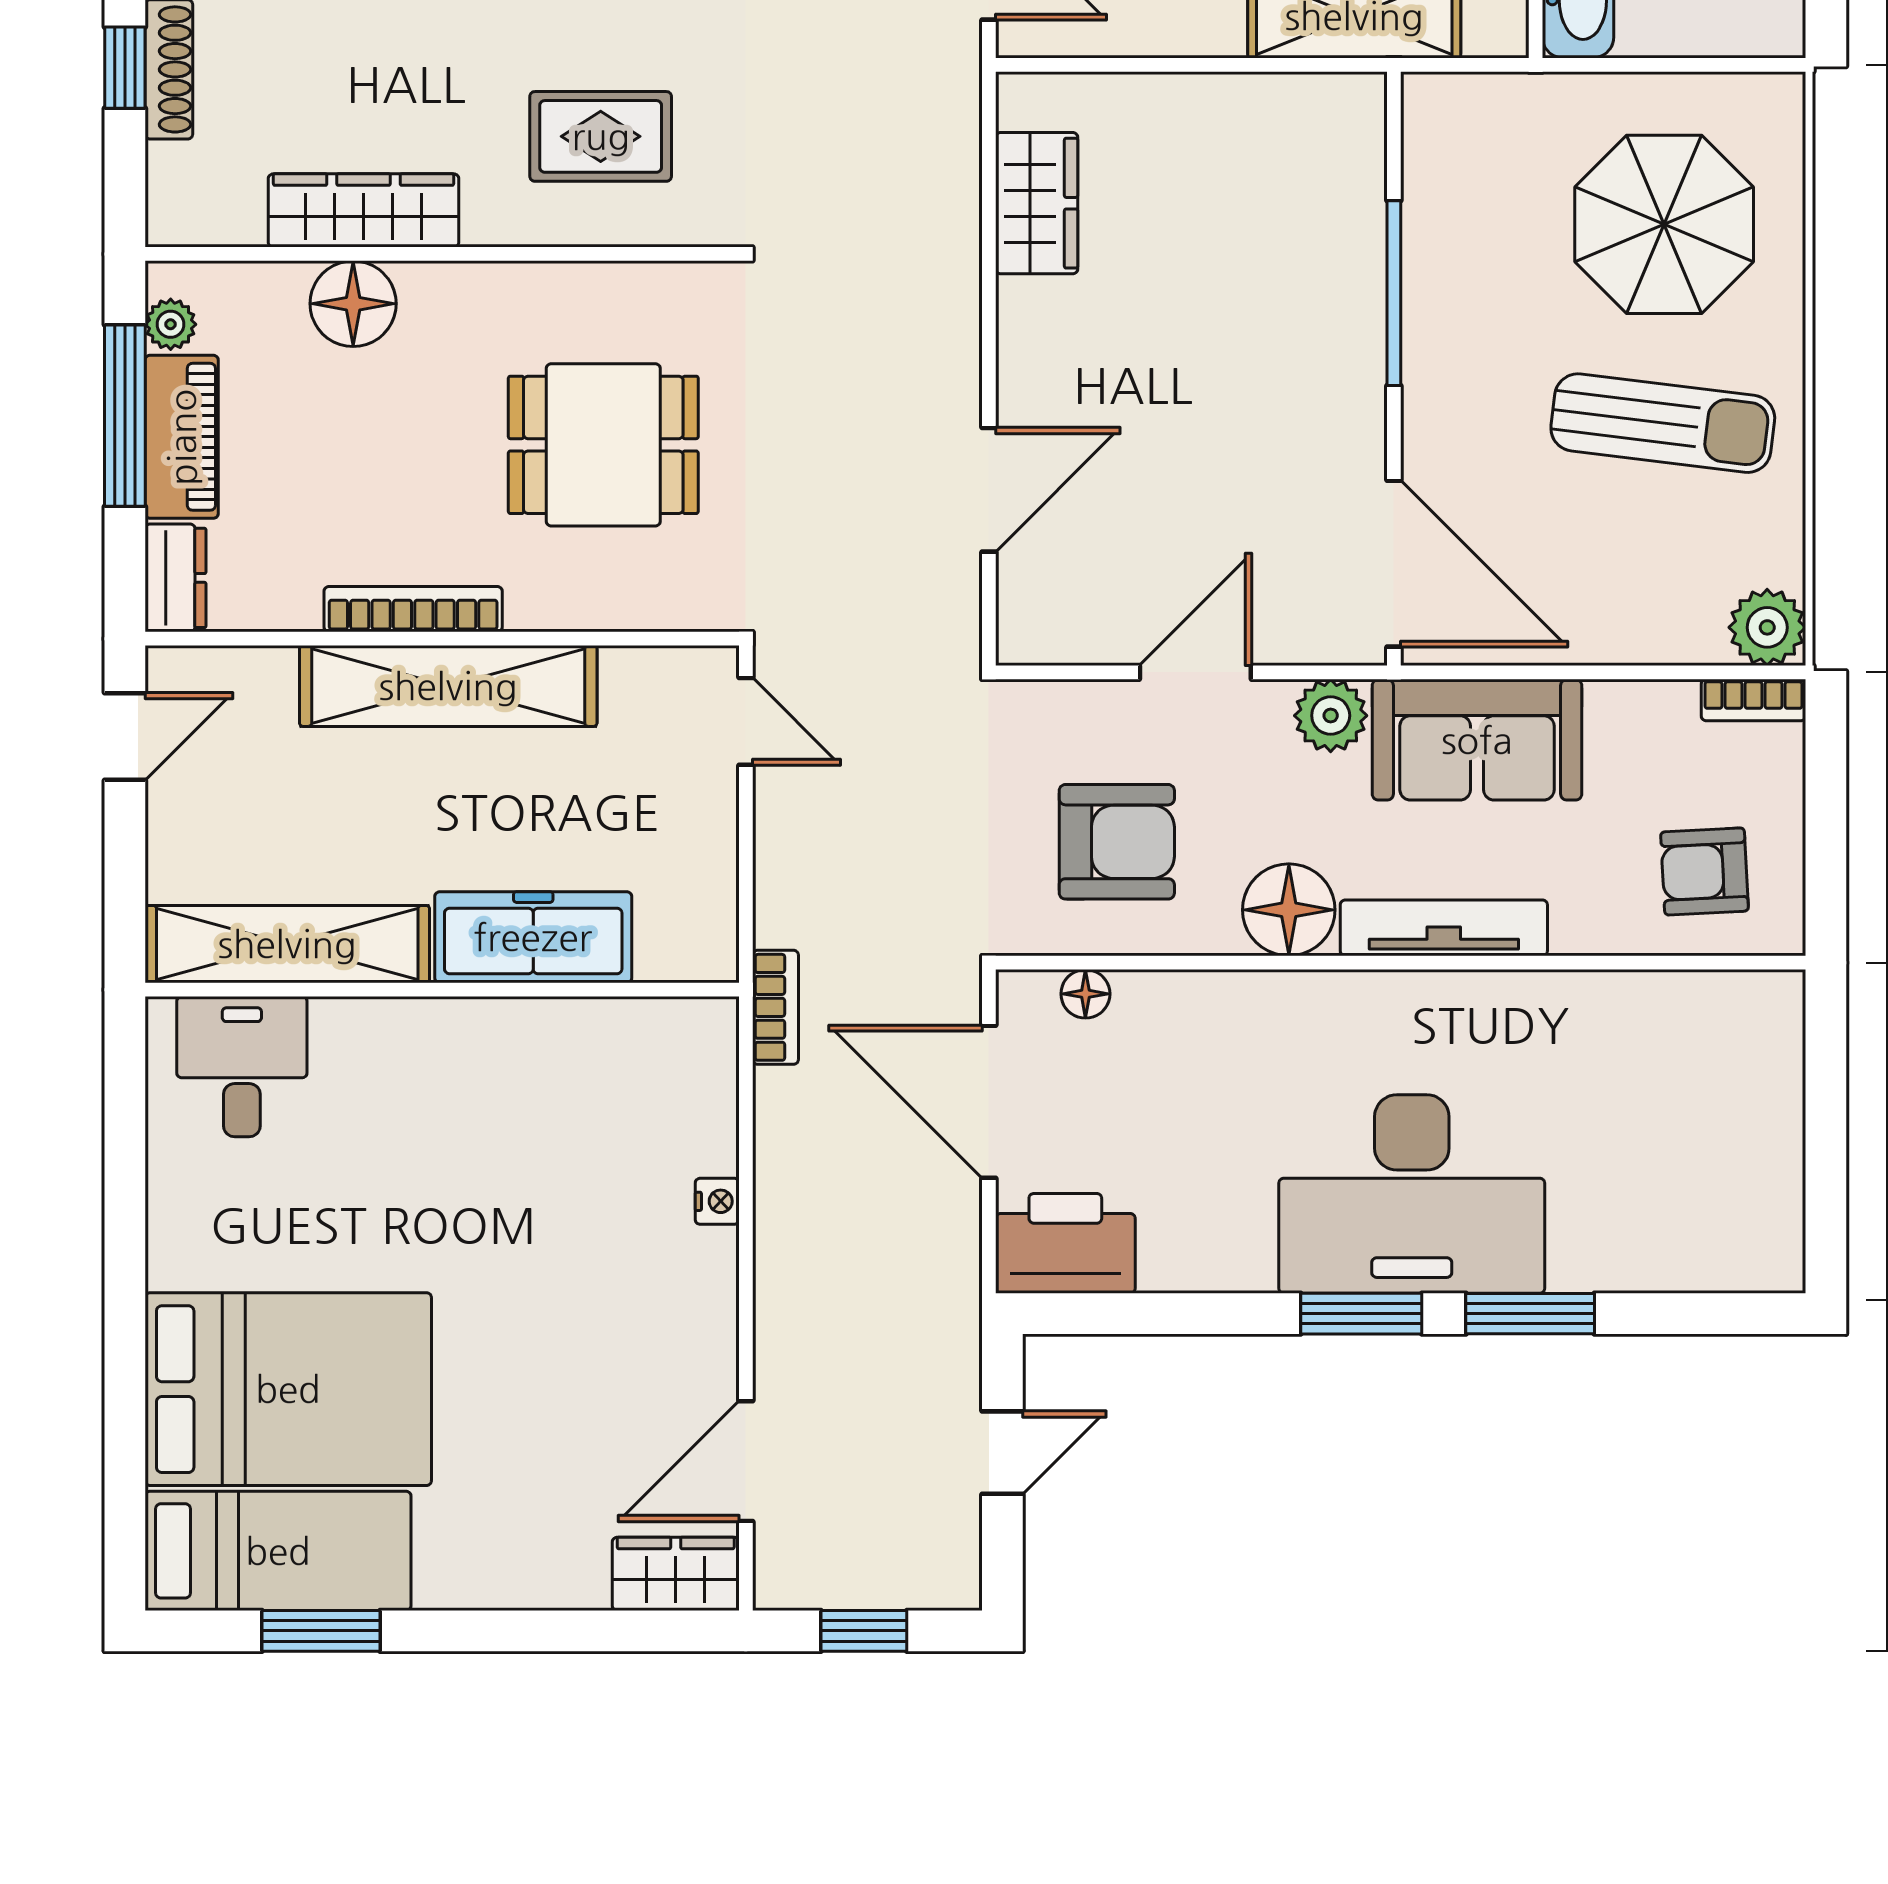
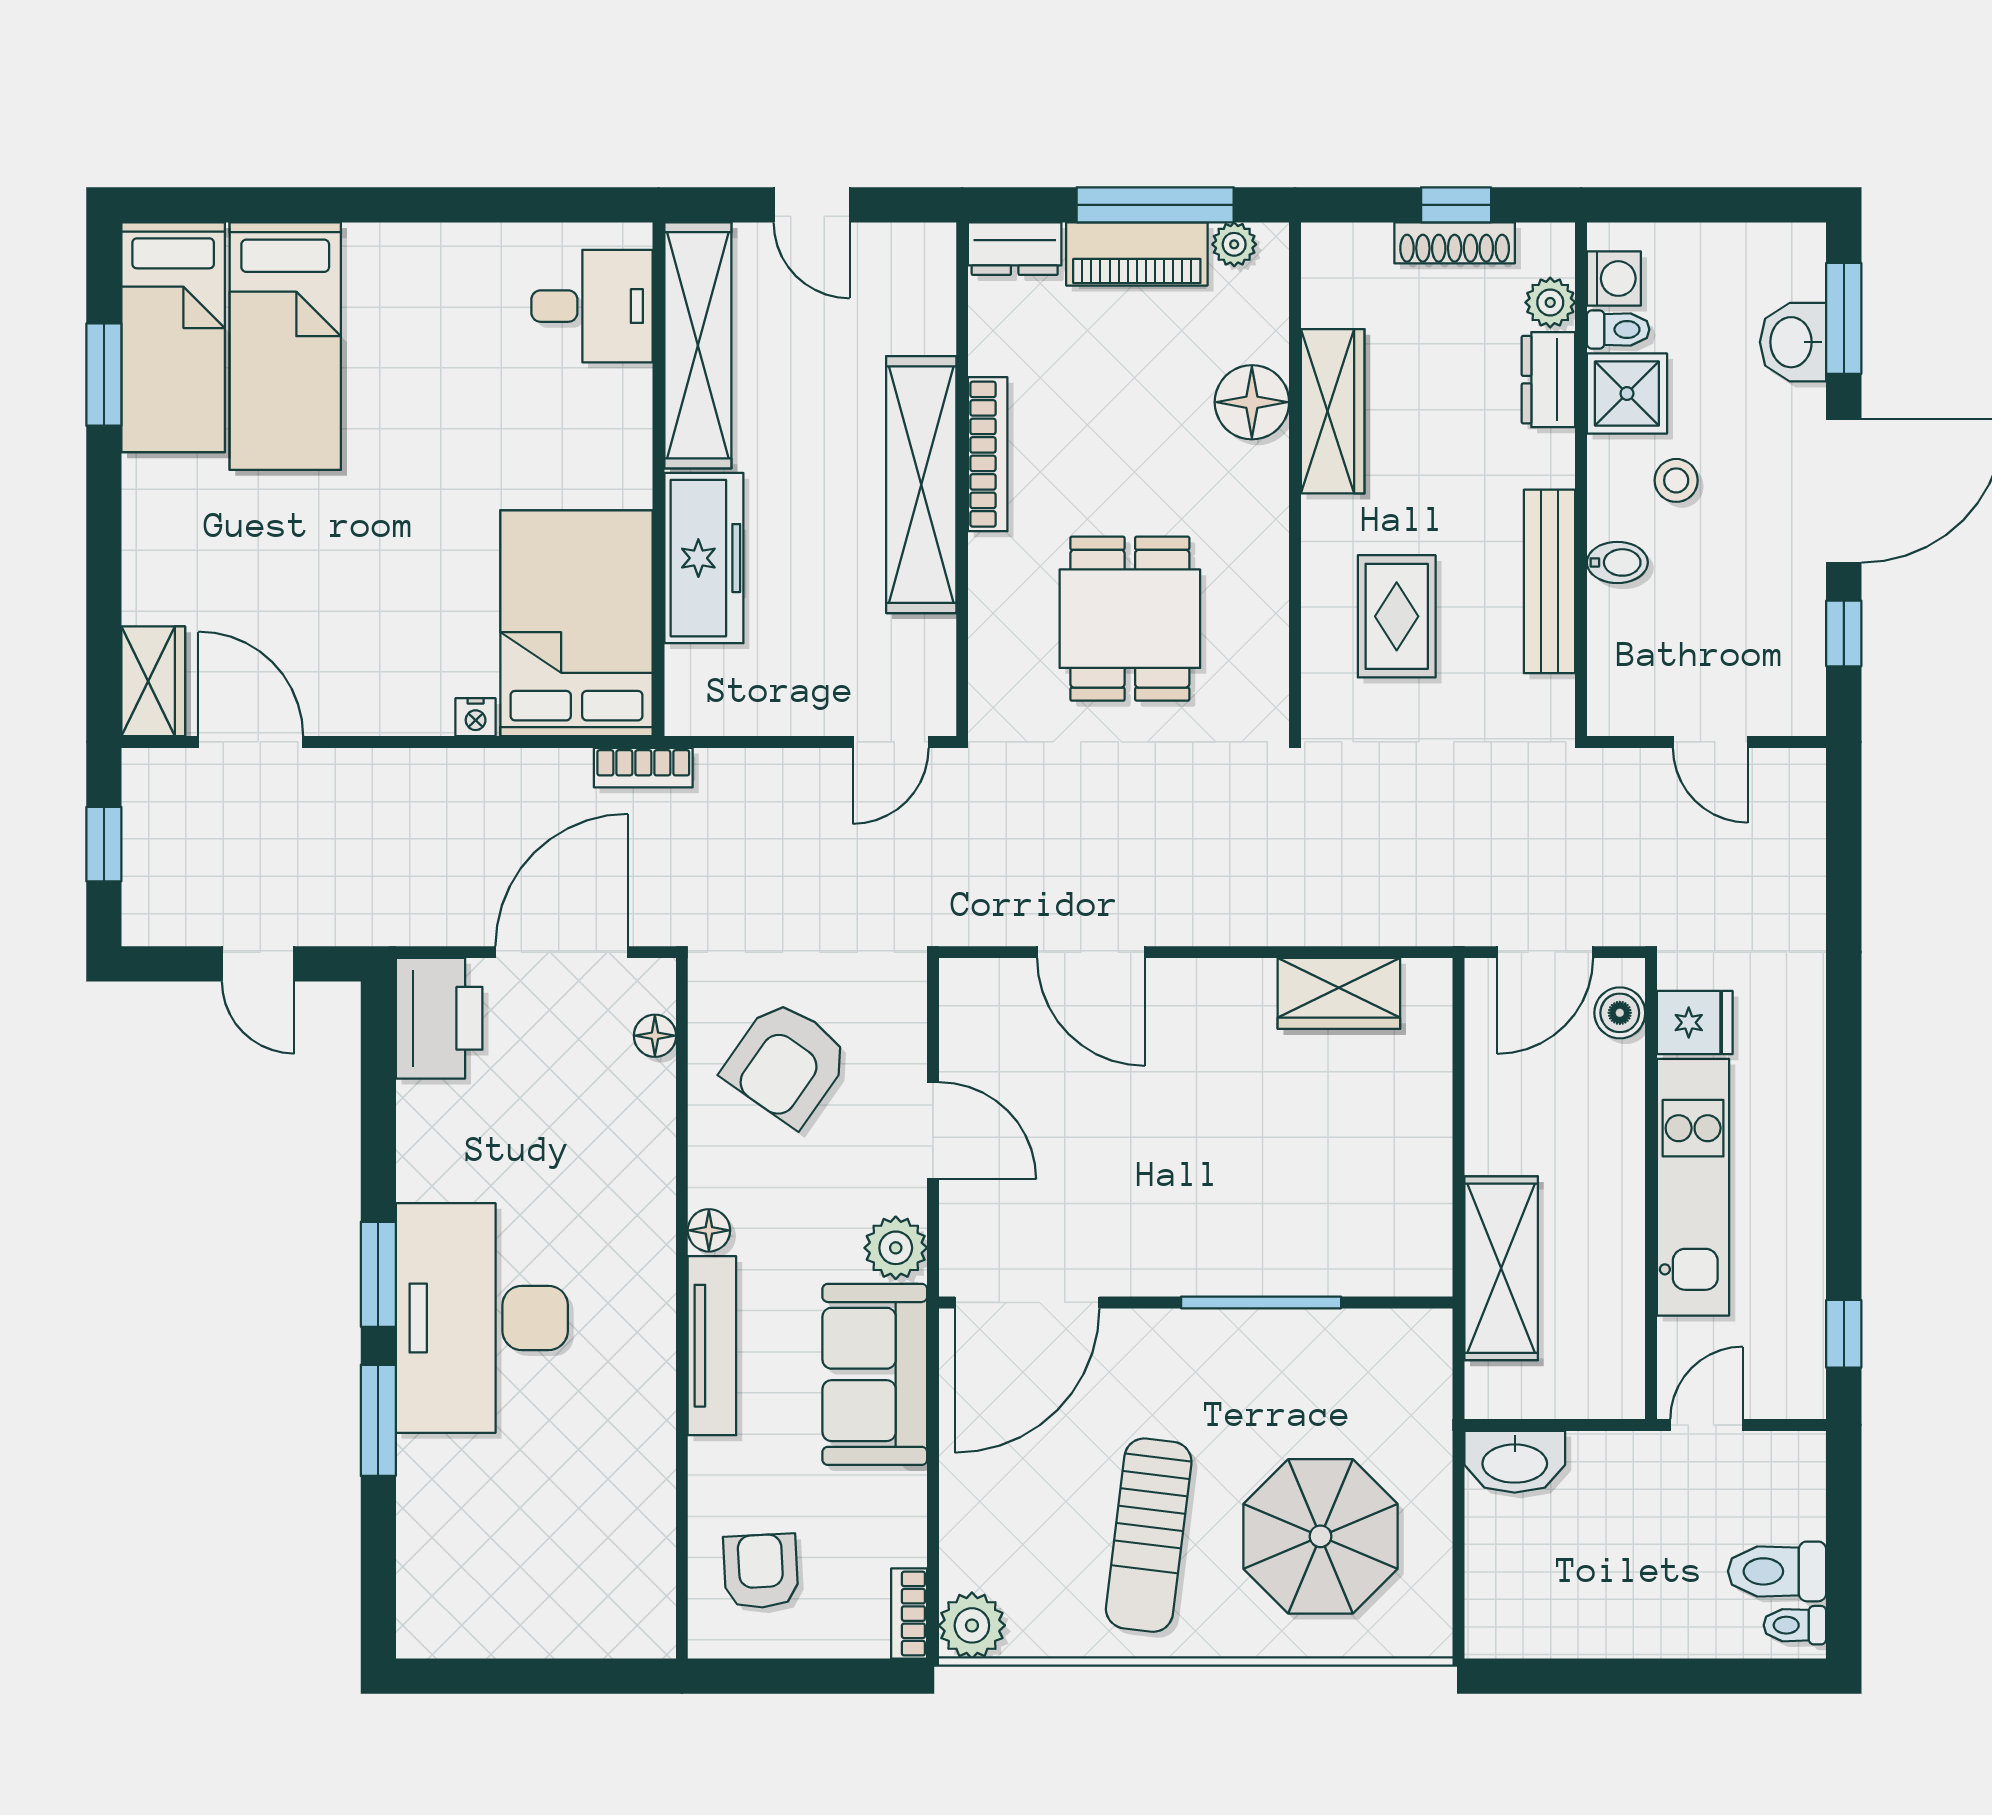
door: (125, 737) -> (812, 205), moved
armchair: (1117, 842) -> (787, 1063), turned 35
floor lamp: (1289, 910) -> (709, 1230), width x0.53, depth x0.53
bed: (609, 1085) -> (576, 623), added
bed: (288, 1389) -> (285, 346), width x0.67

